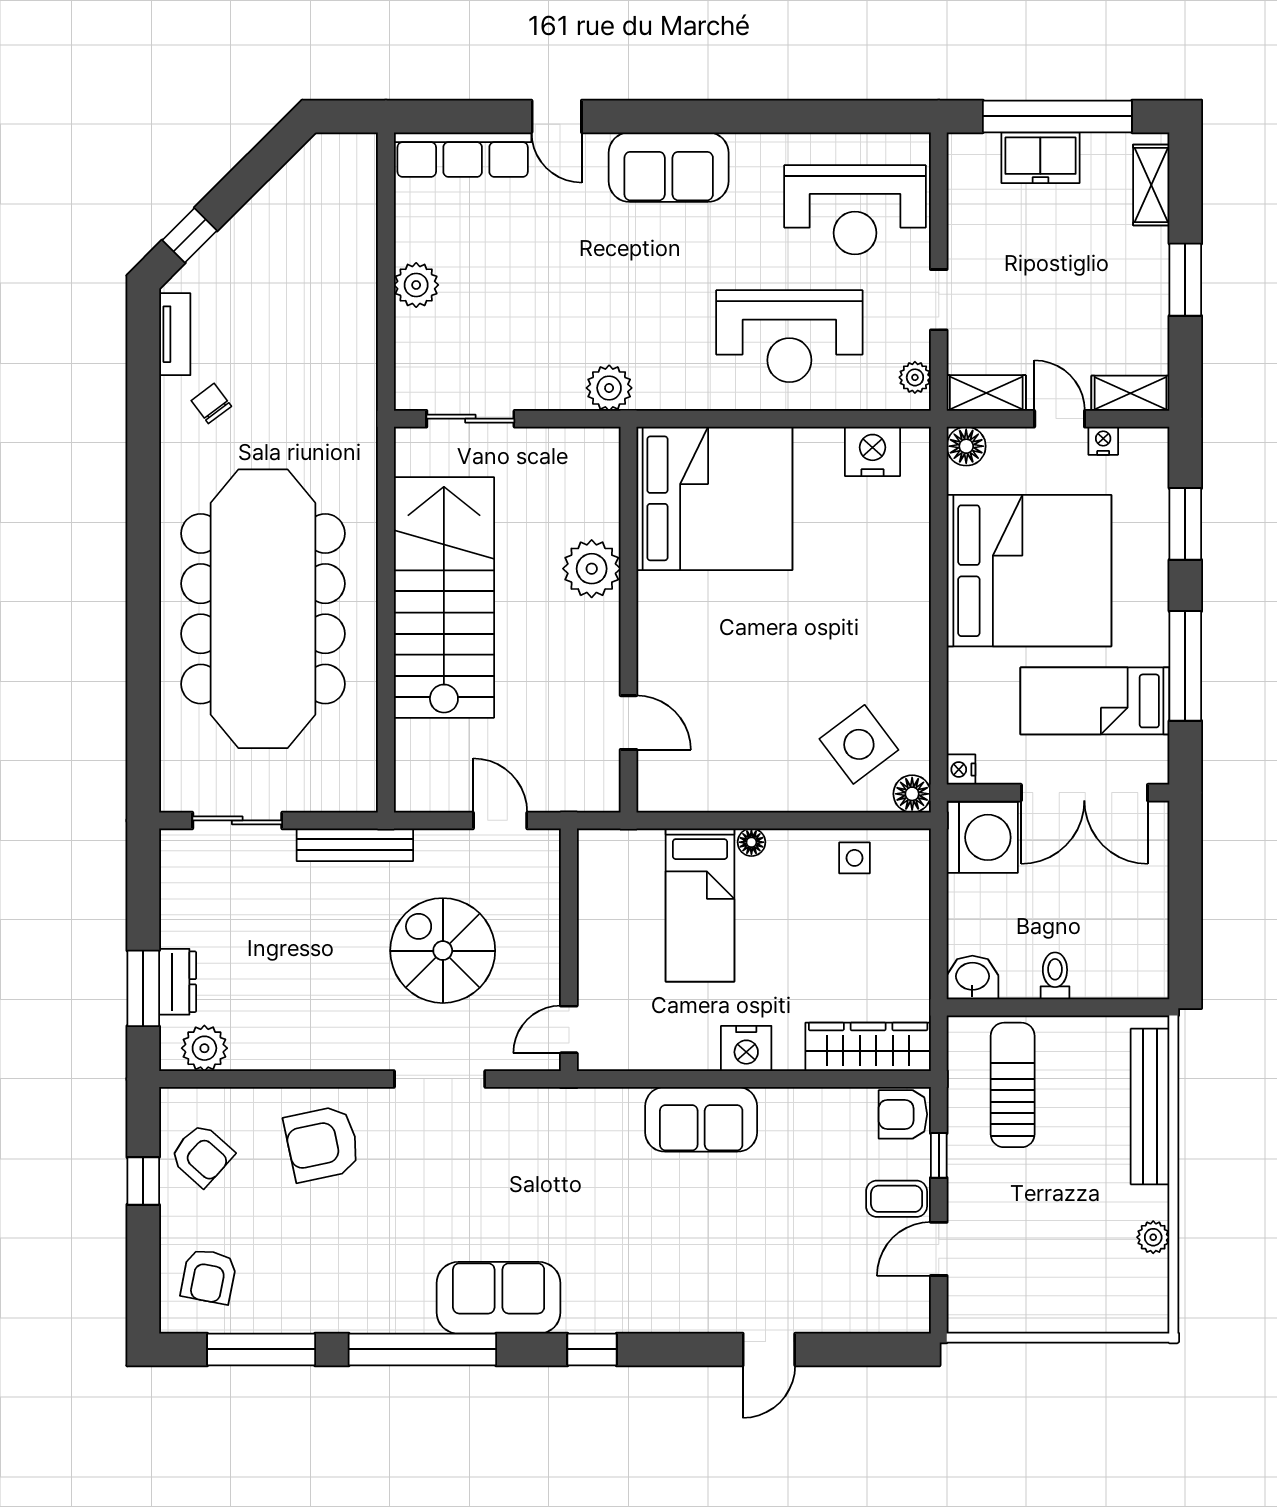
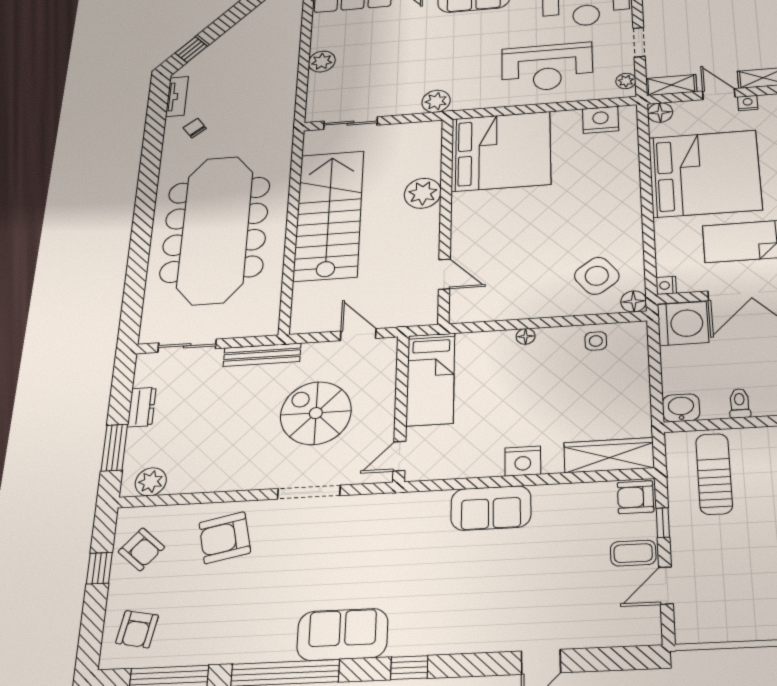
bed: (700, 905) -> (431, 379), moved
dresser: (178, 982) -> (142, 407), moved

